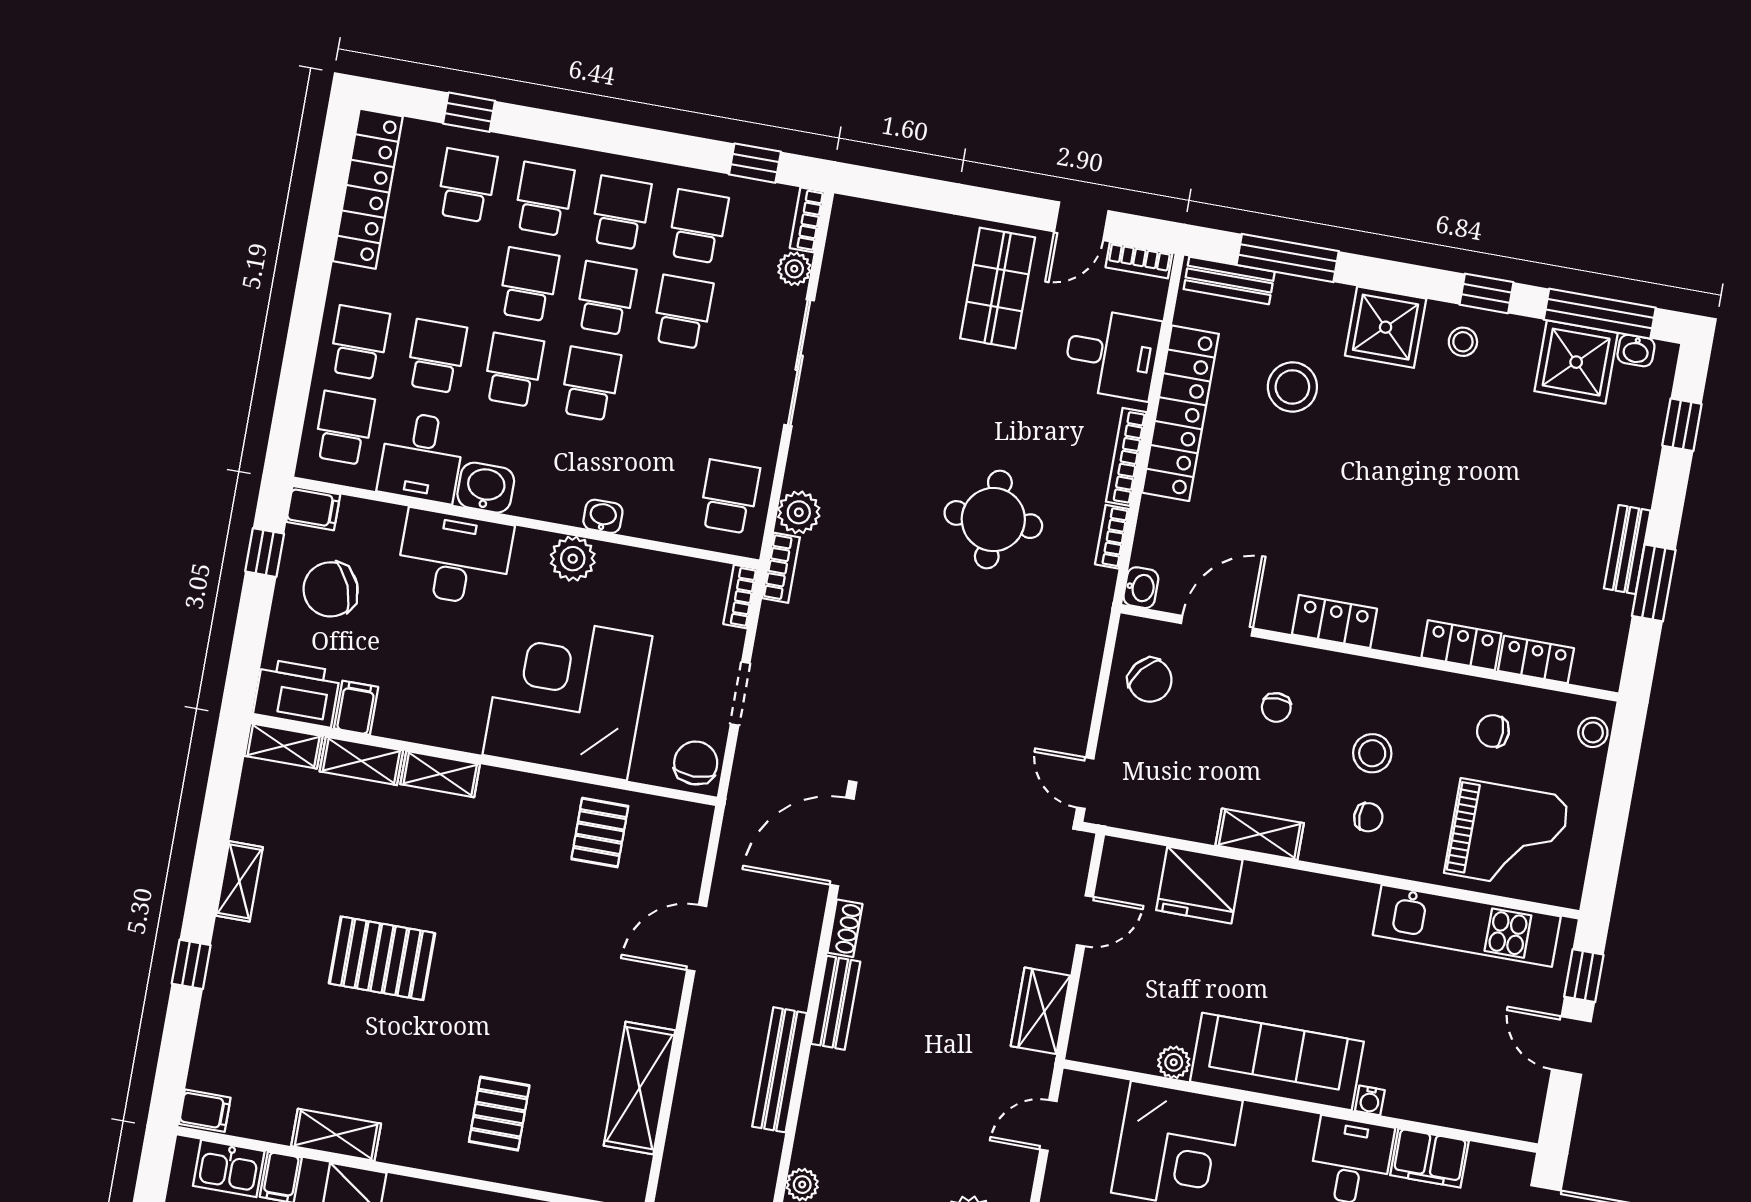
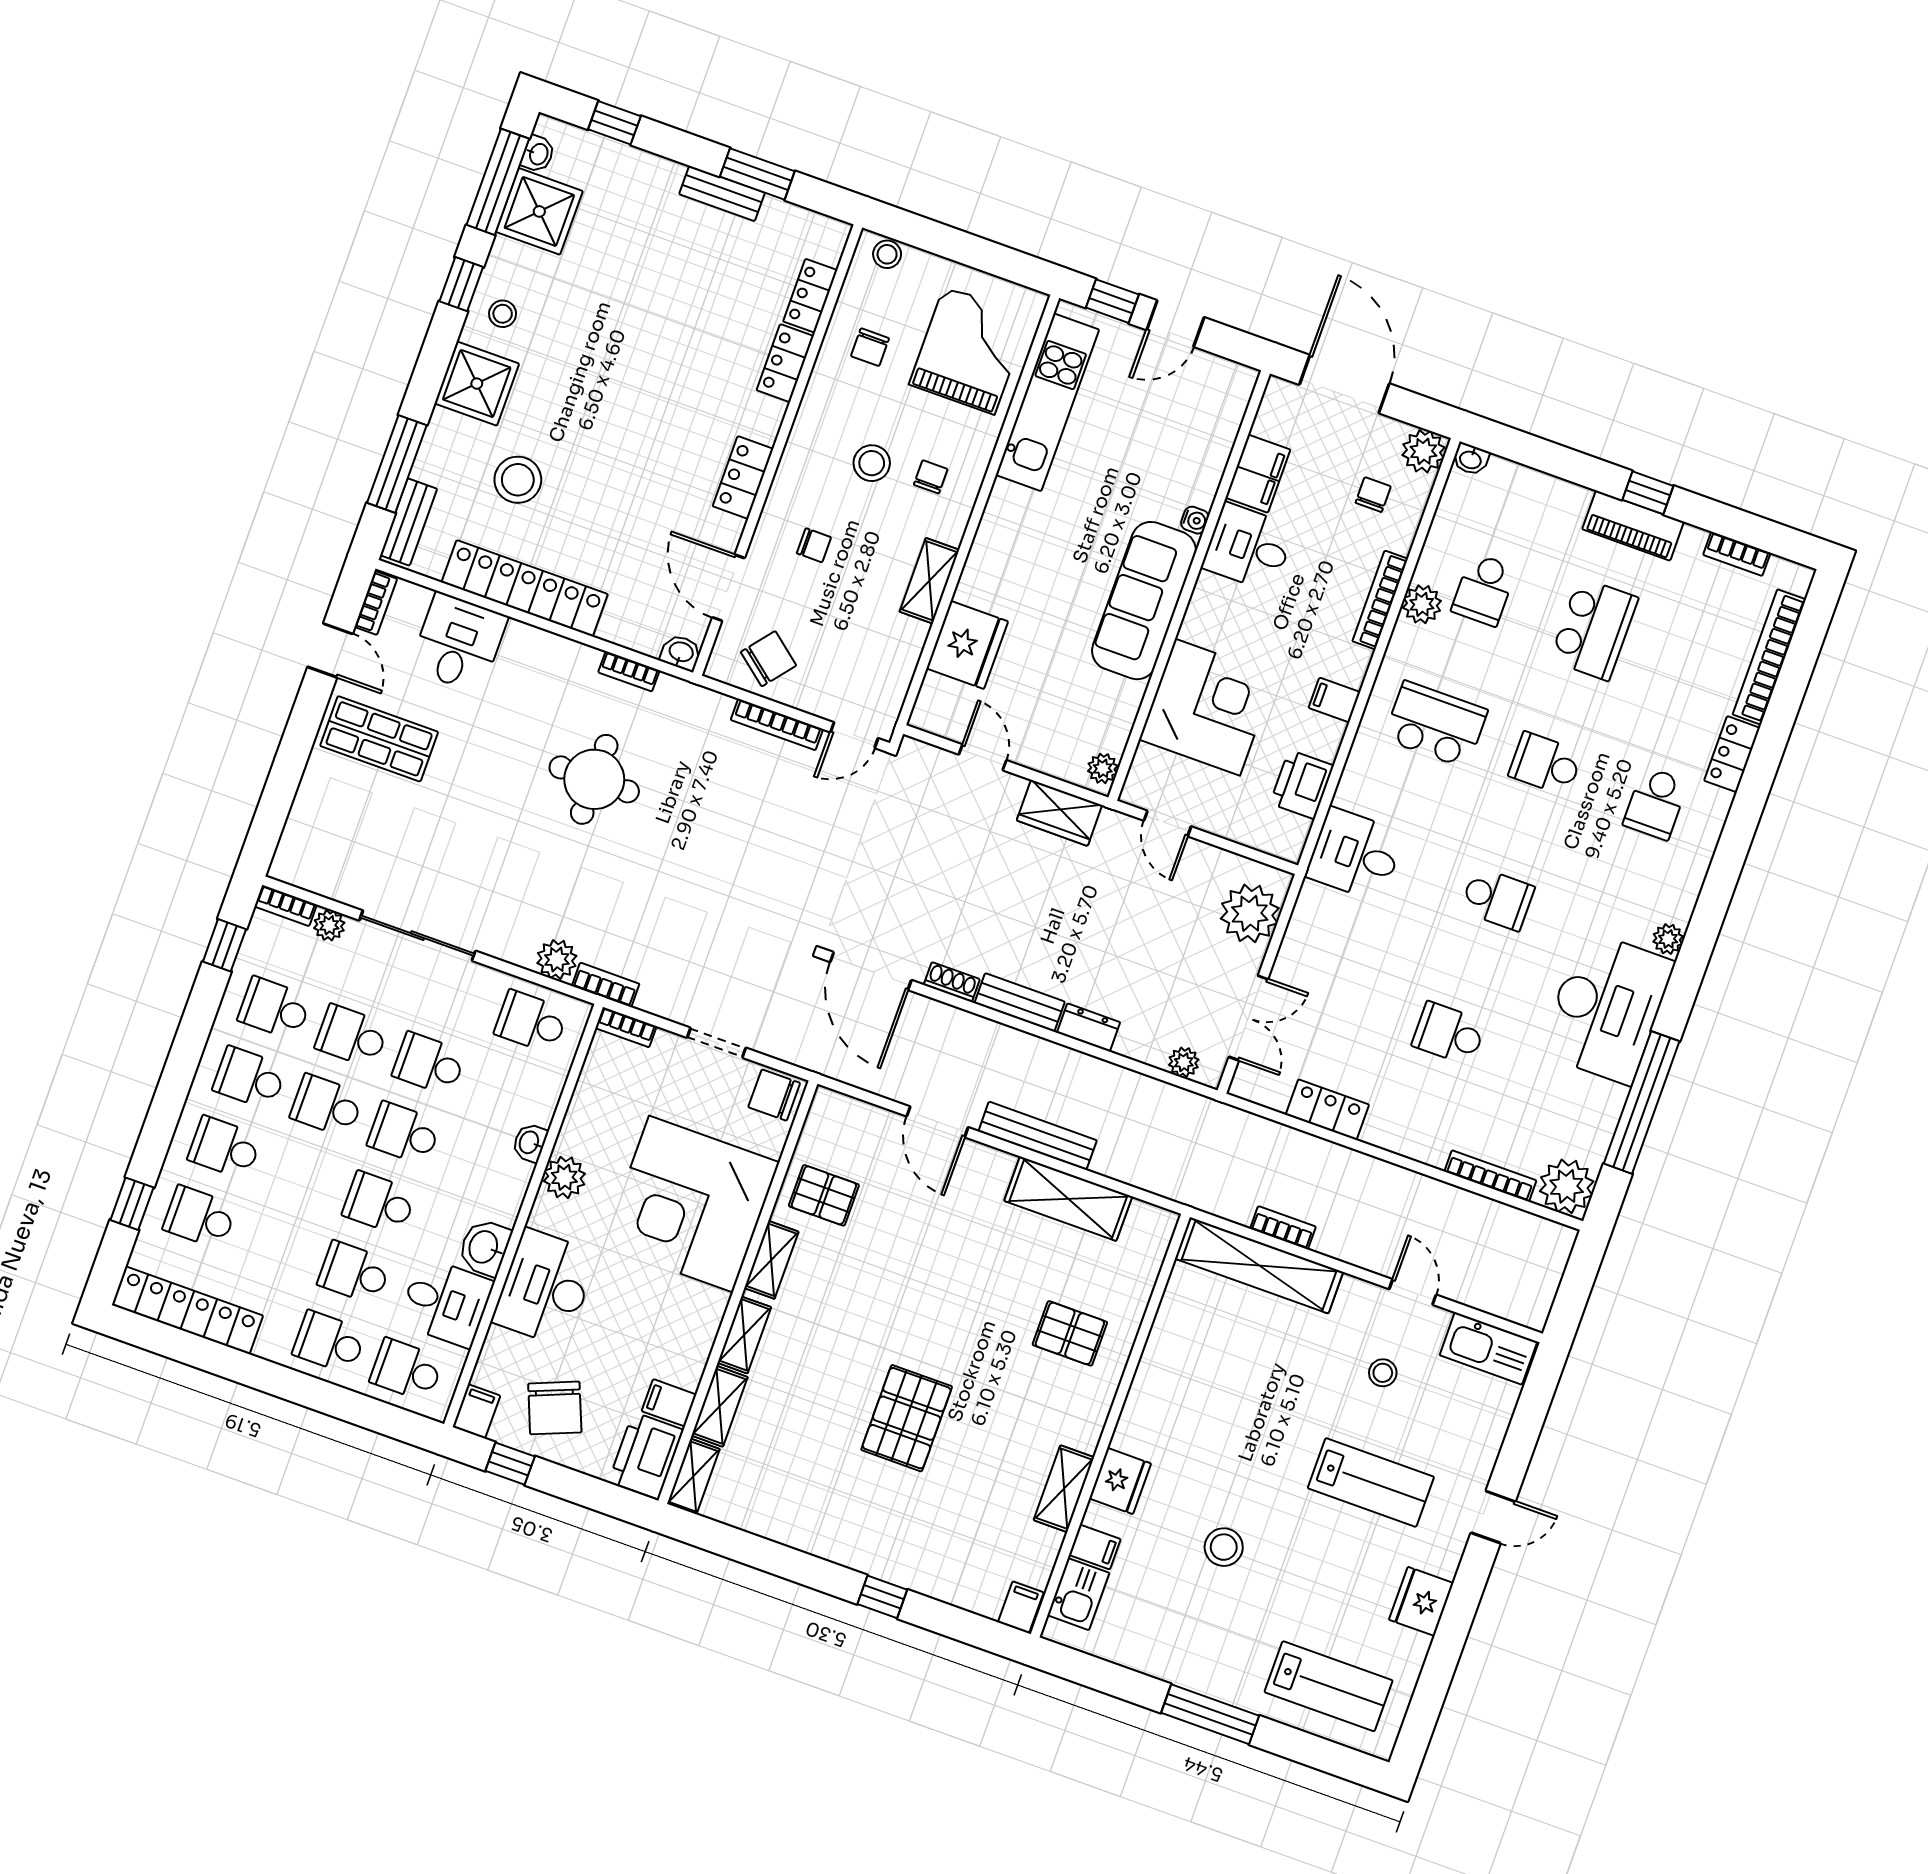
school desk: (529, 285) -> (429, 1064), moved
bookcase: (1126, 457) -> (777, 724), moved
shelving: (239, 881) -> (771, 1260), moved, turned 90
plant: (1174, 1062) -> (1103, 768), moved
bench: (779, 1070) -> (1038, 1136), moved
dresser: (822, 1079) -> (1089, 1027), added

